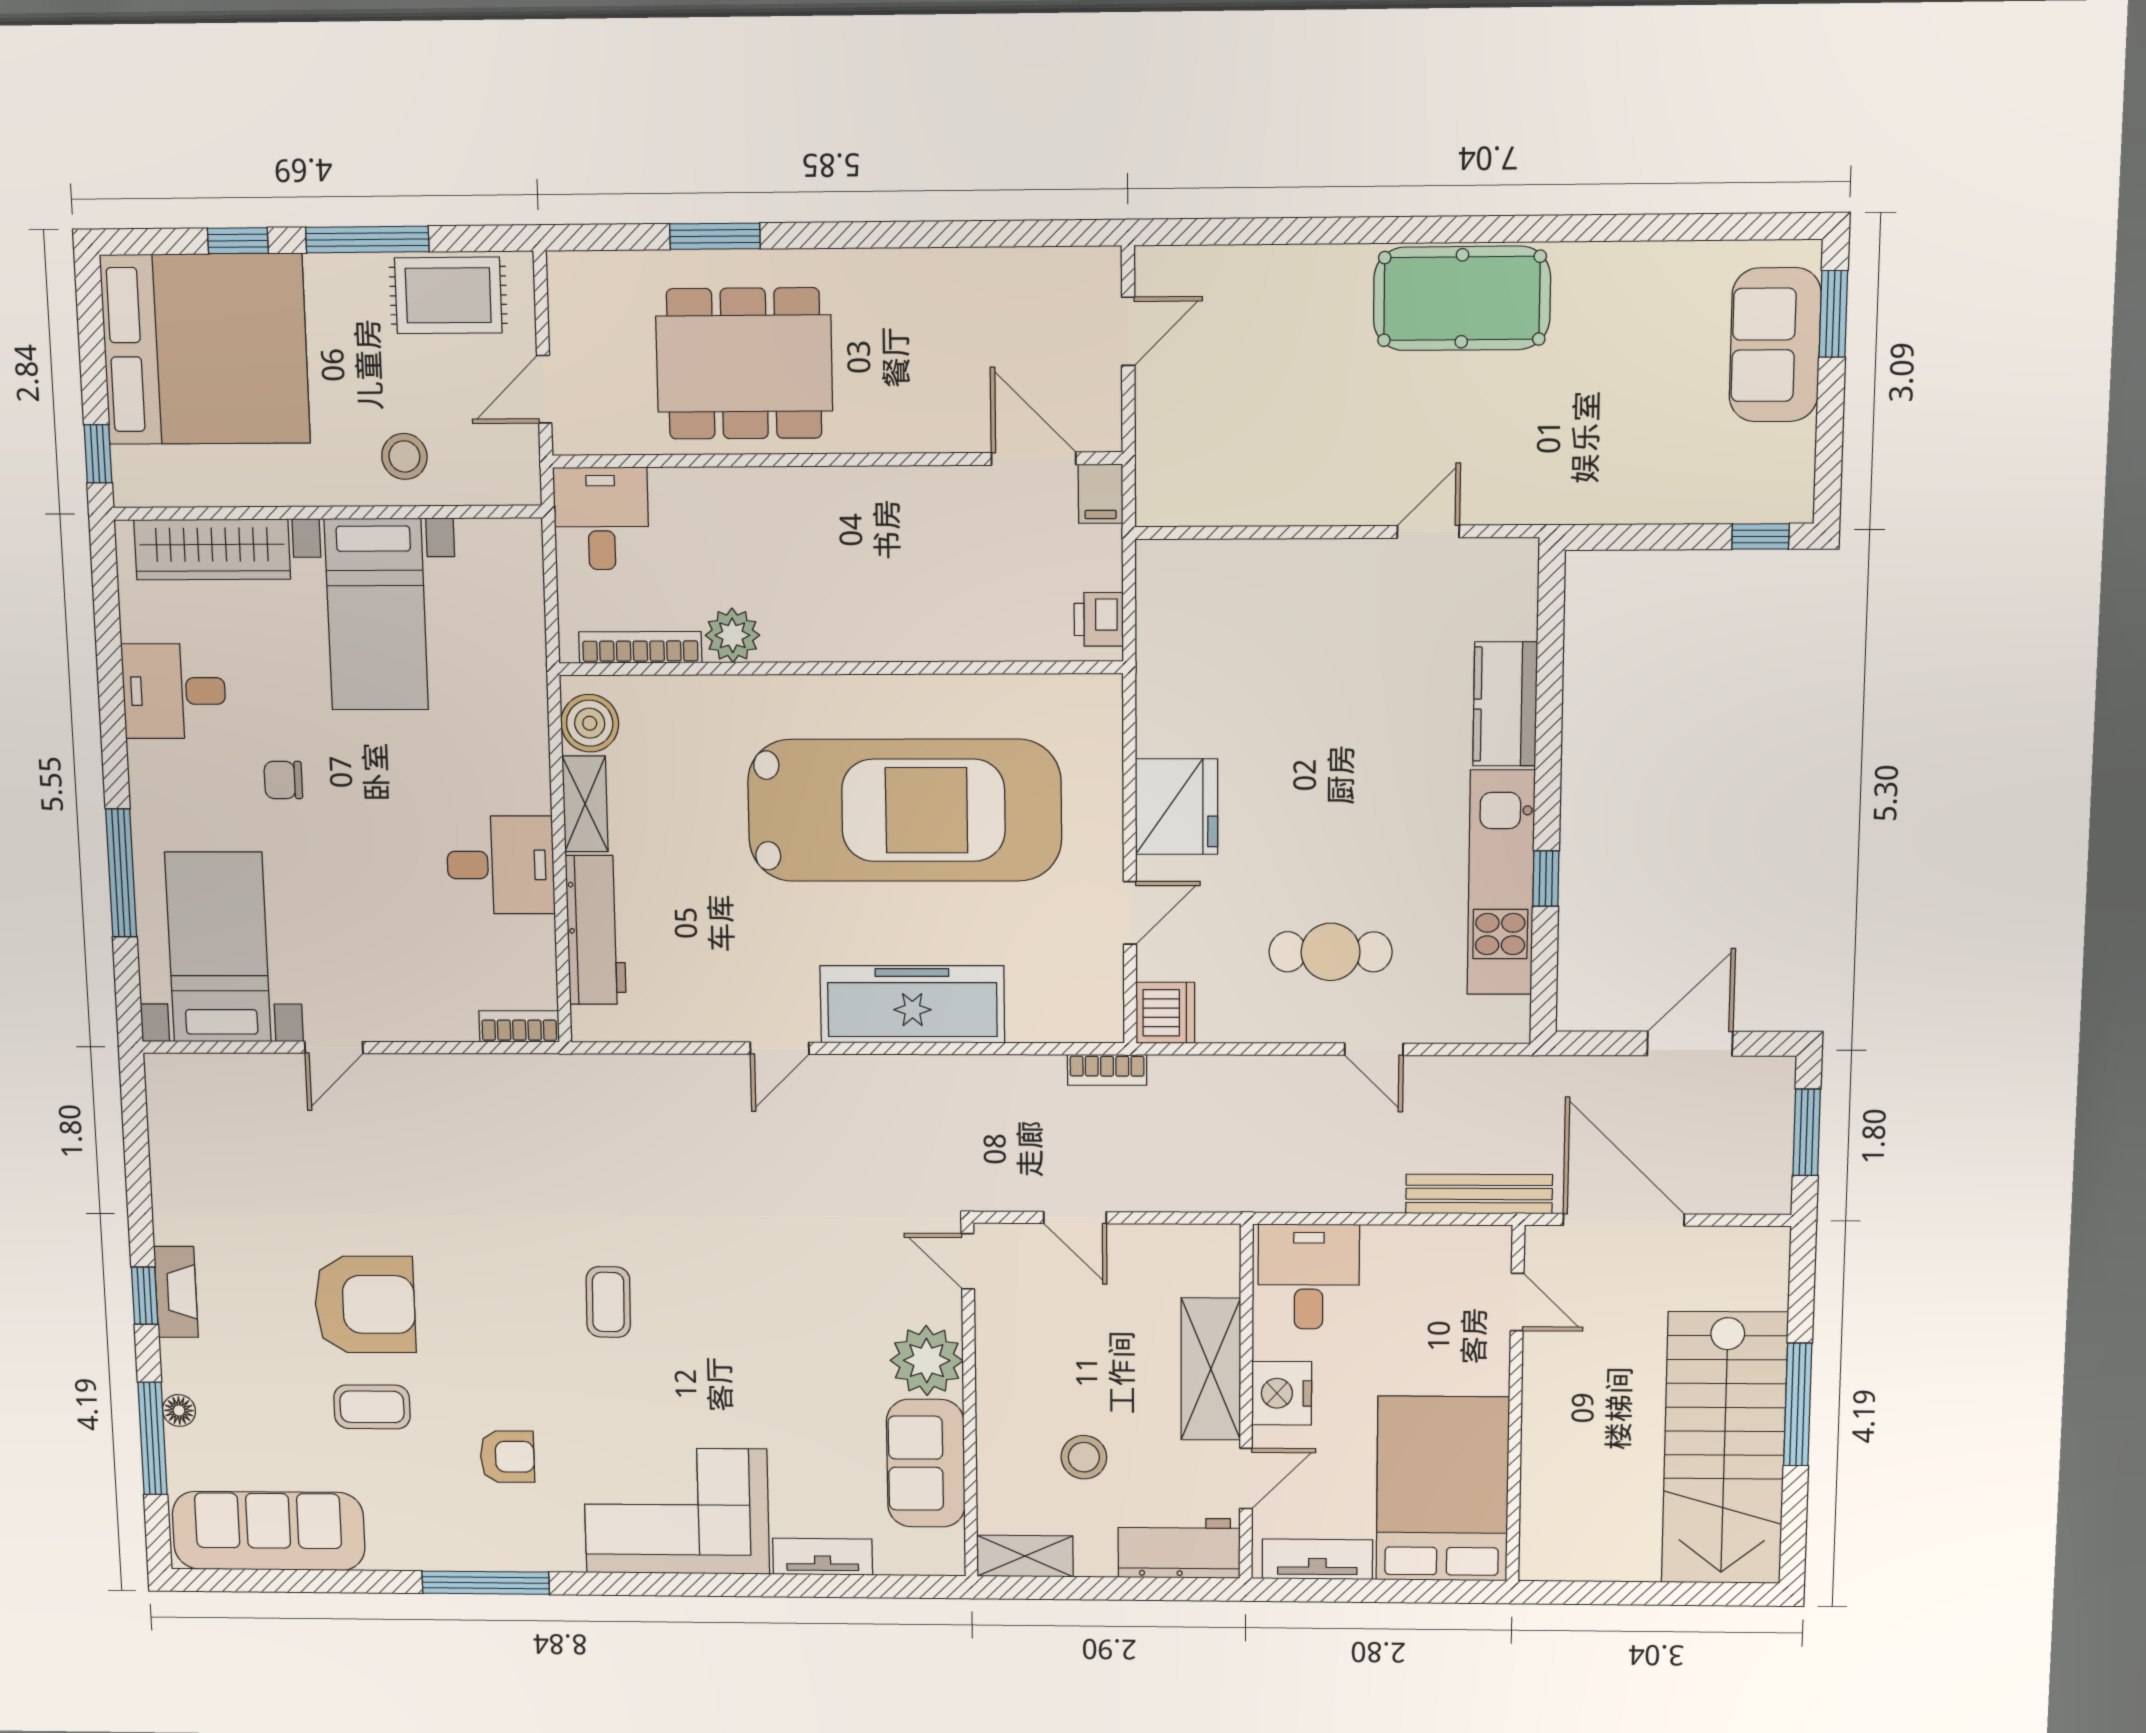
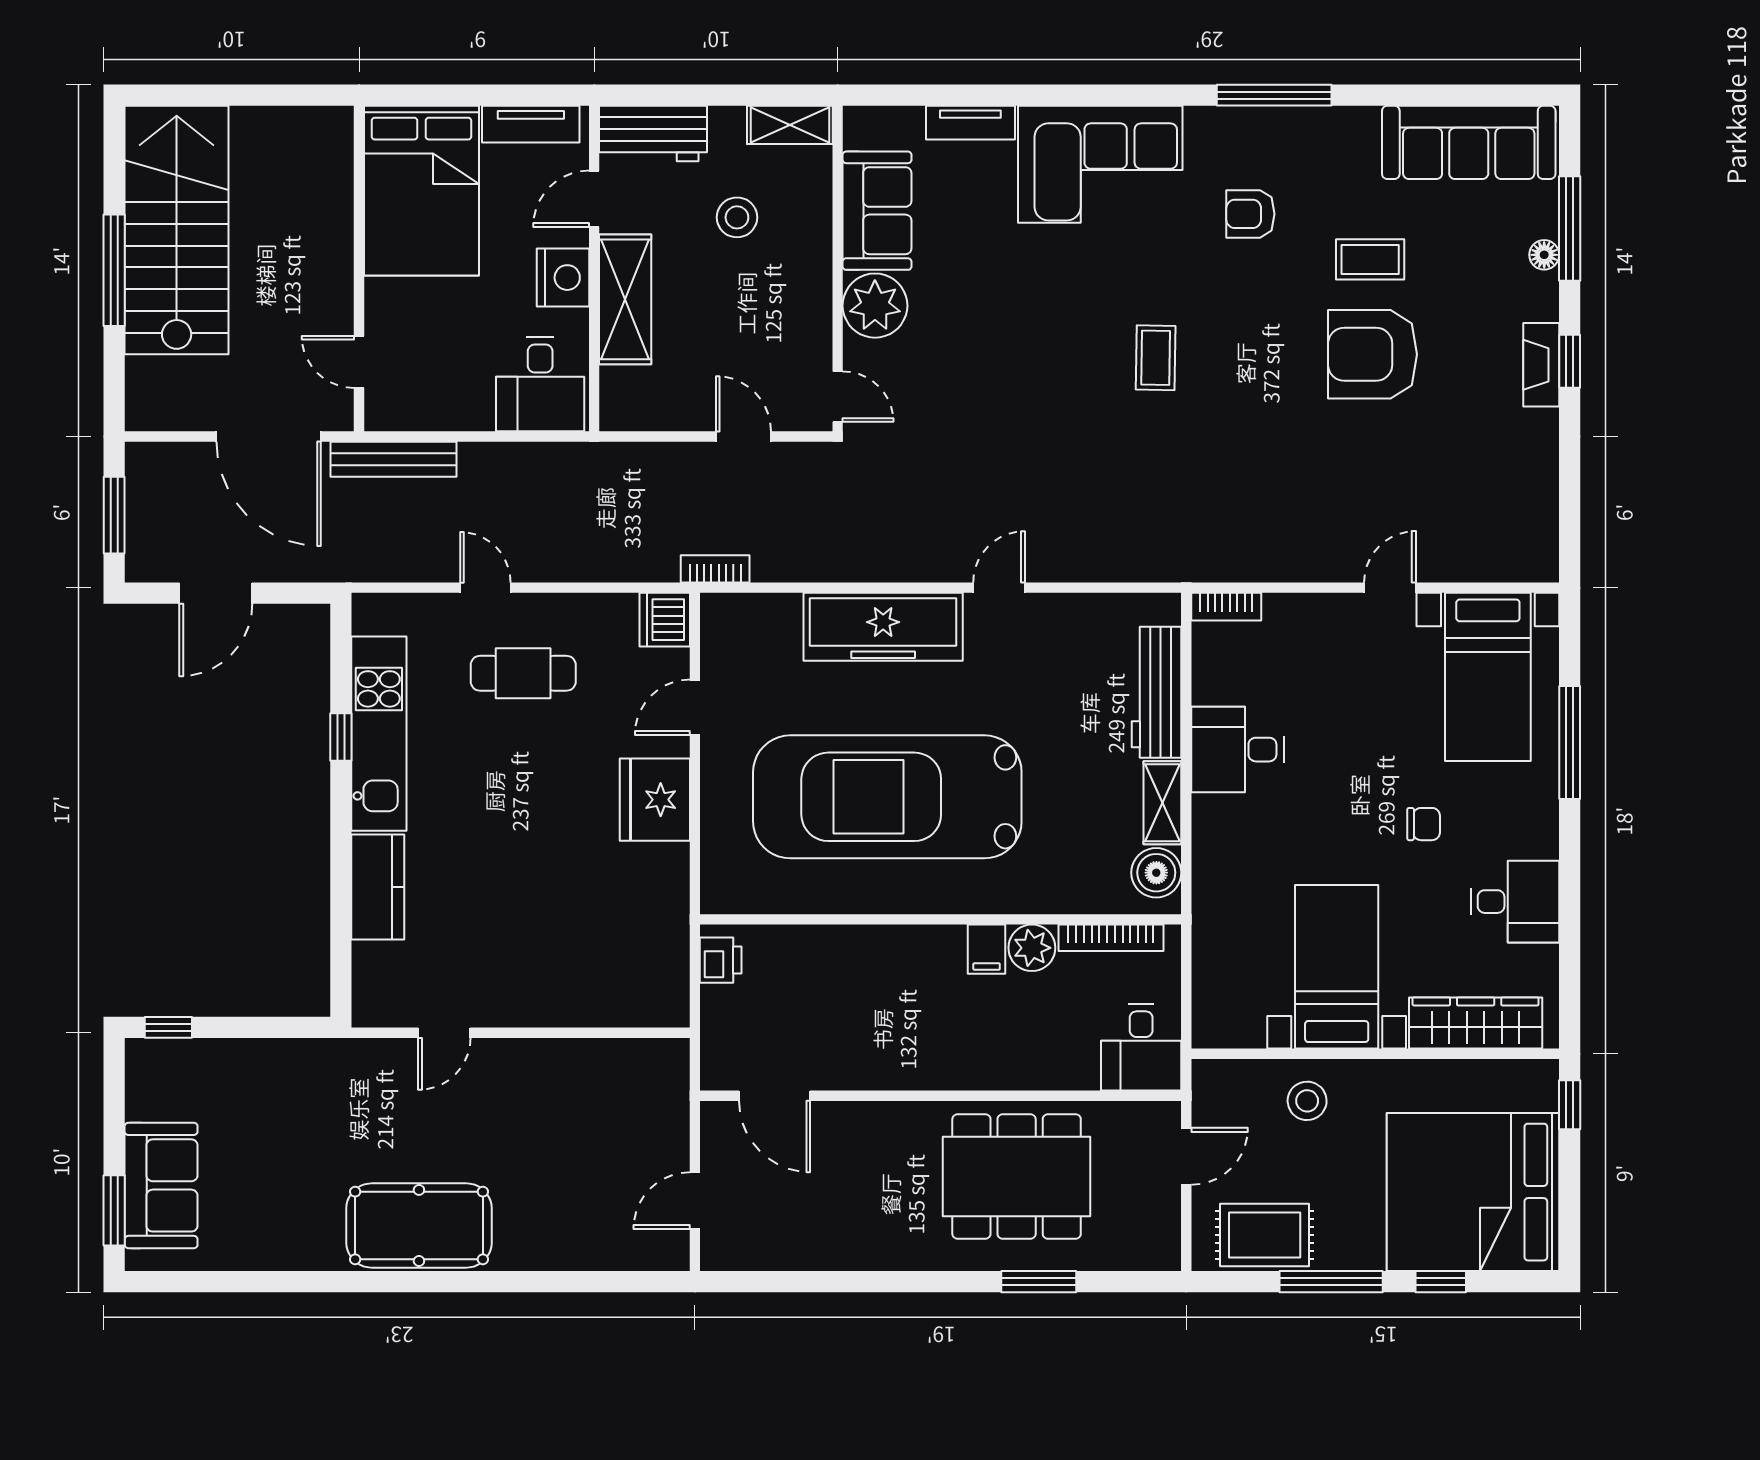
filing cabinet: (1101, 494) -> (987, 949), moved, turned 180

